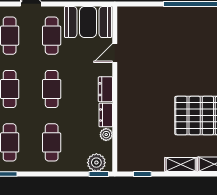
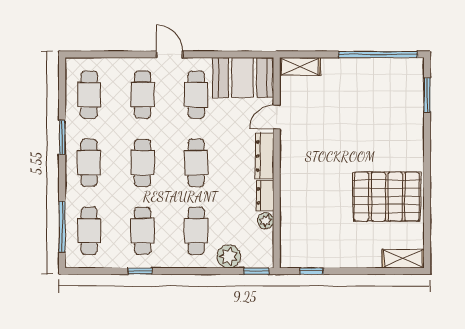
dresser: (105, 89) -> (265, 156), width x1.44
plant: (96, 163) -> (229, 256), moved
shelving: (181, 165) -> (300, 67), moved

